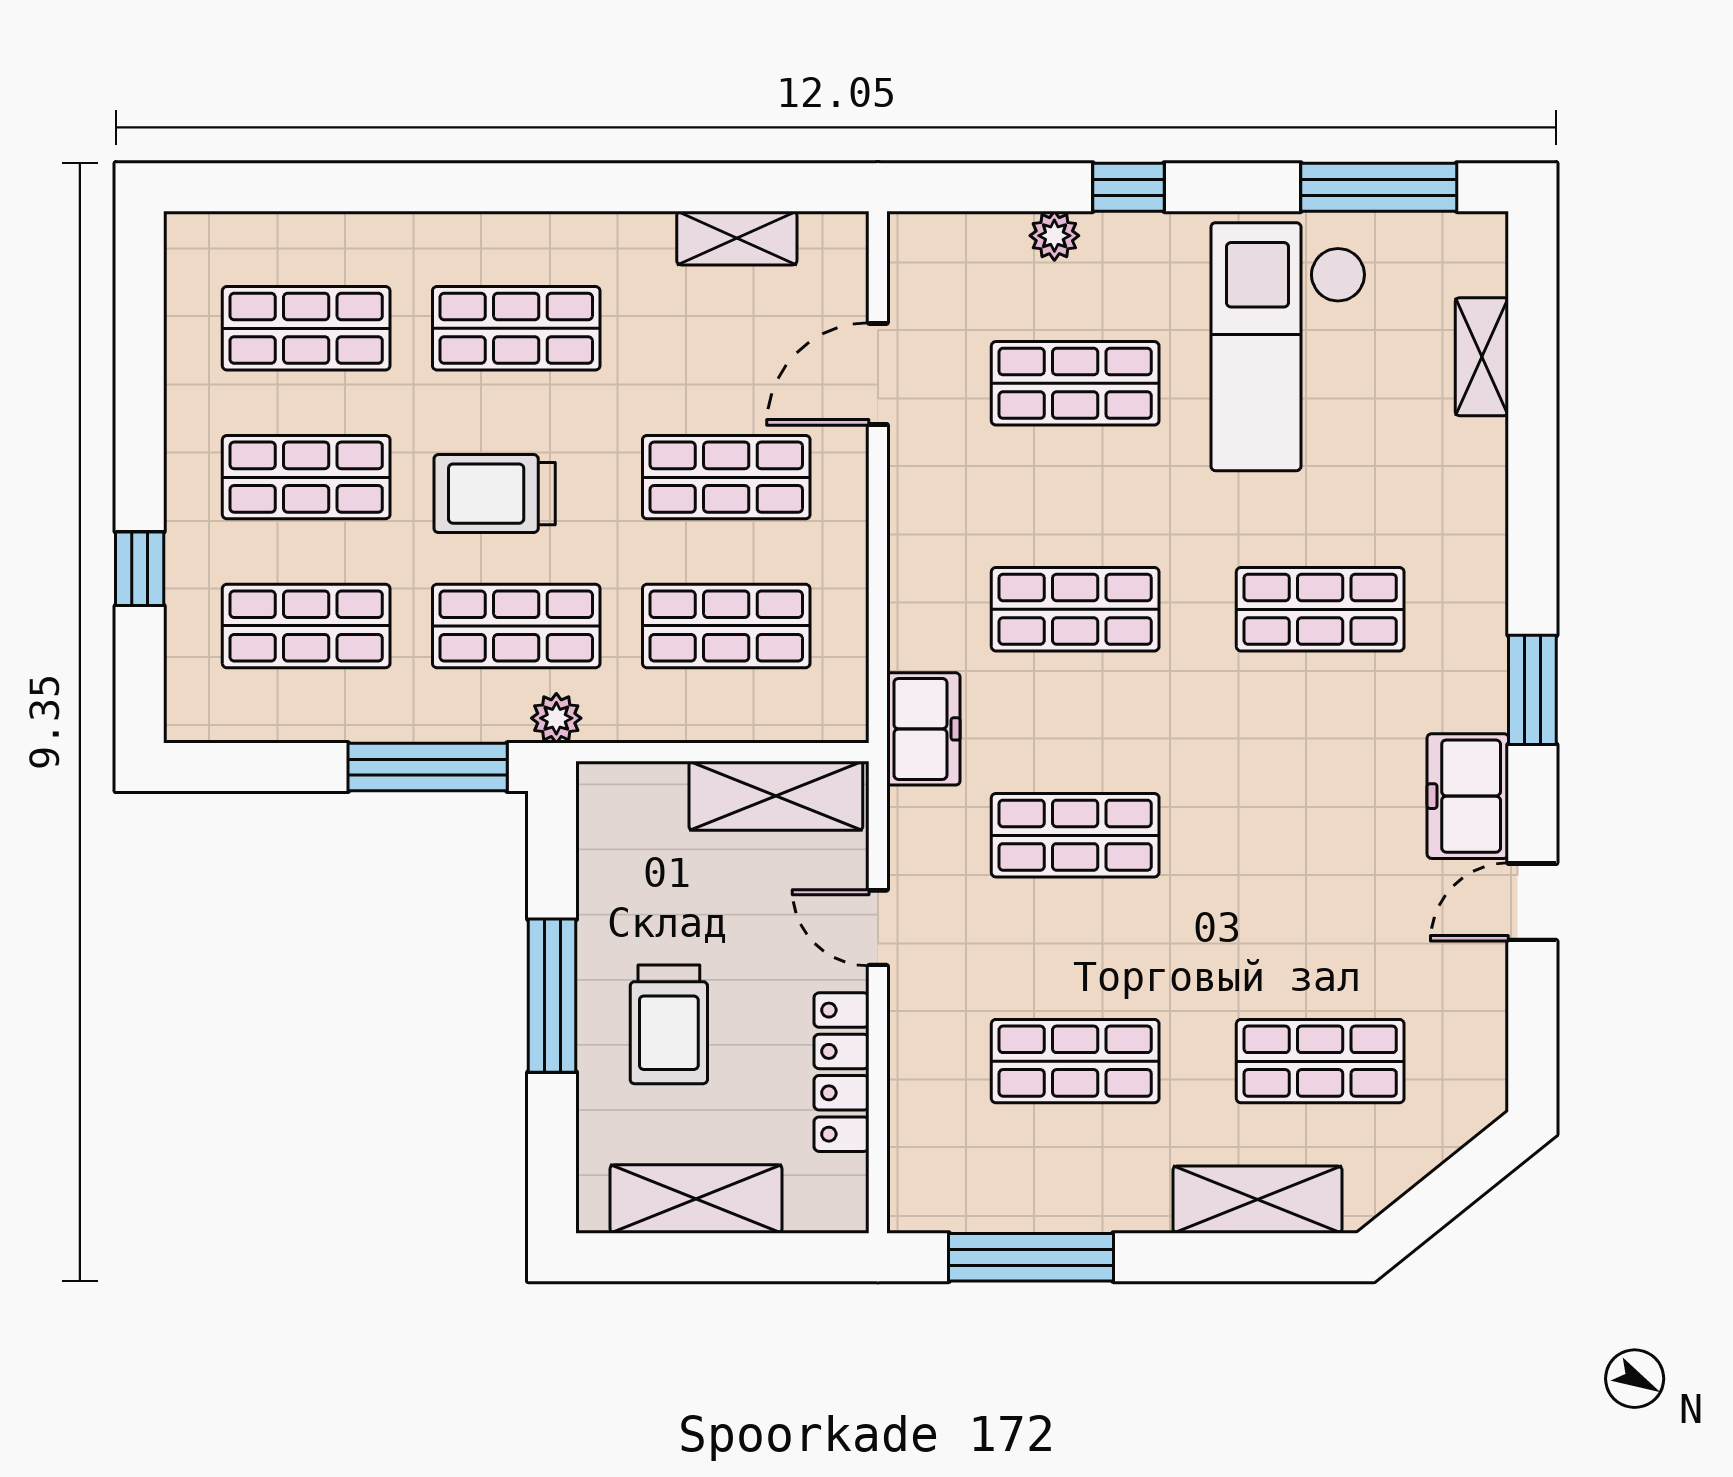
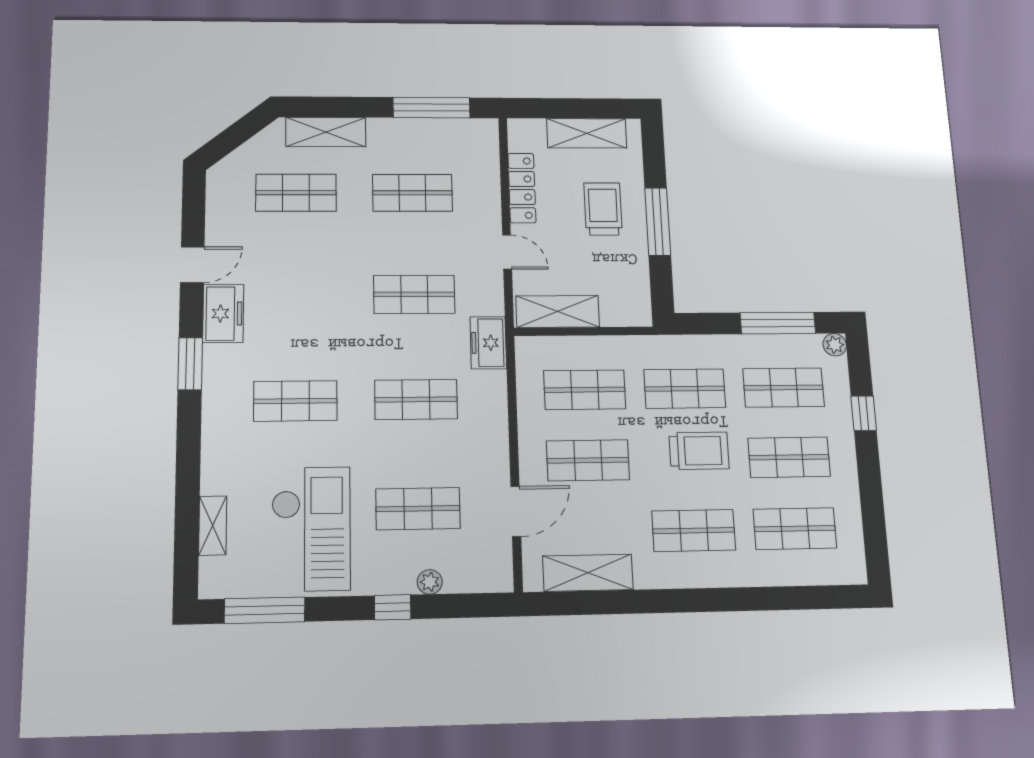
shelving: (737, 238) -> (588, 573), width x1.50, depth x1.33
plant: (556, 718) -> (835, 345), moved
window: (428, 767) -> (778, 323), moved

